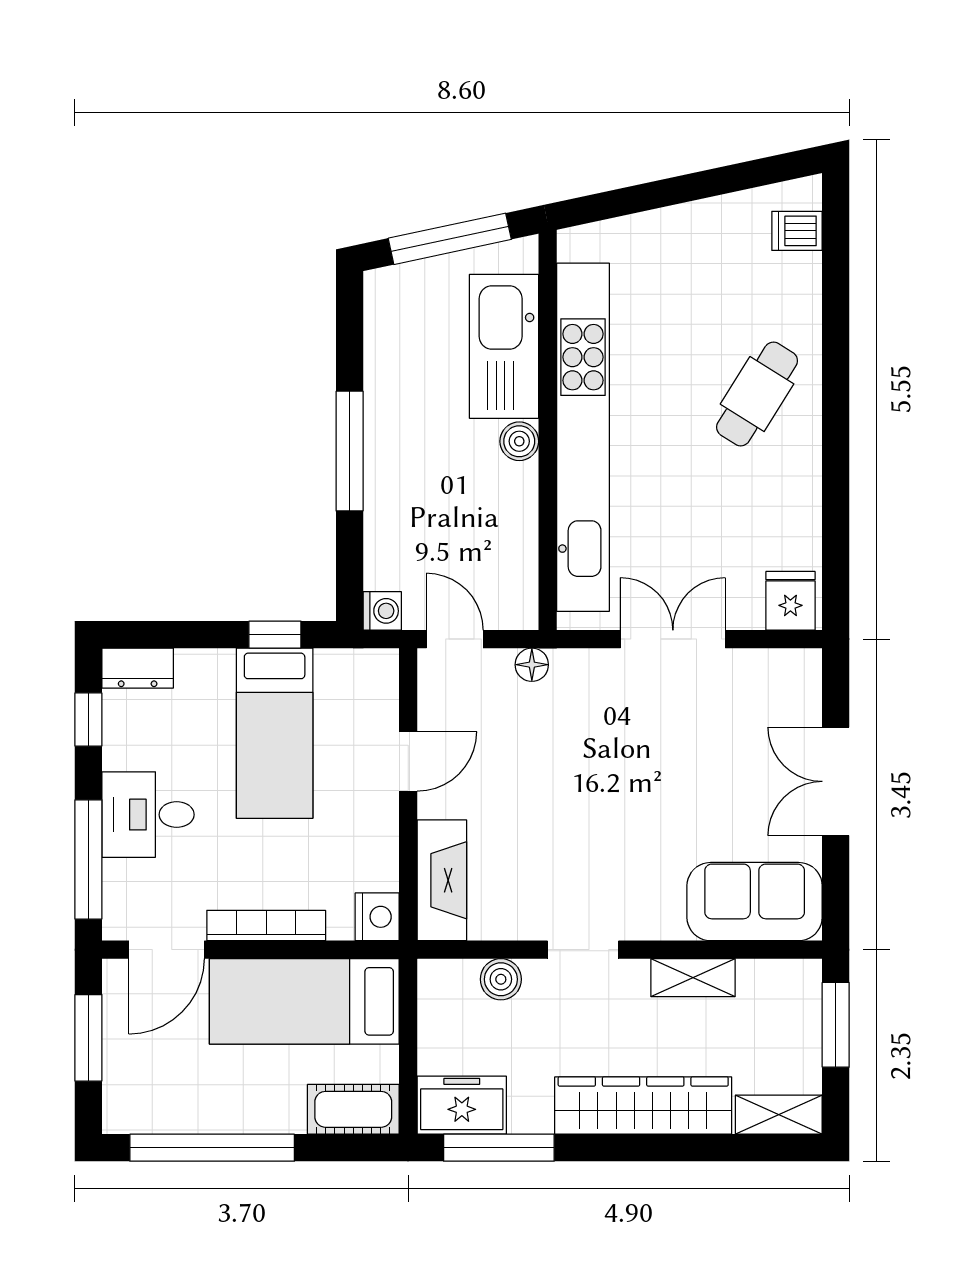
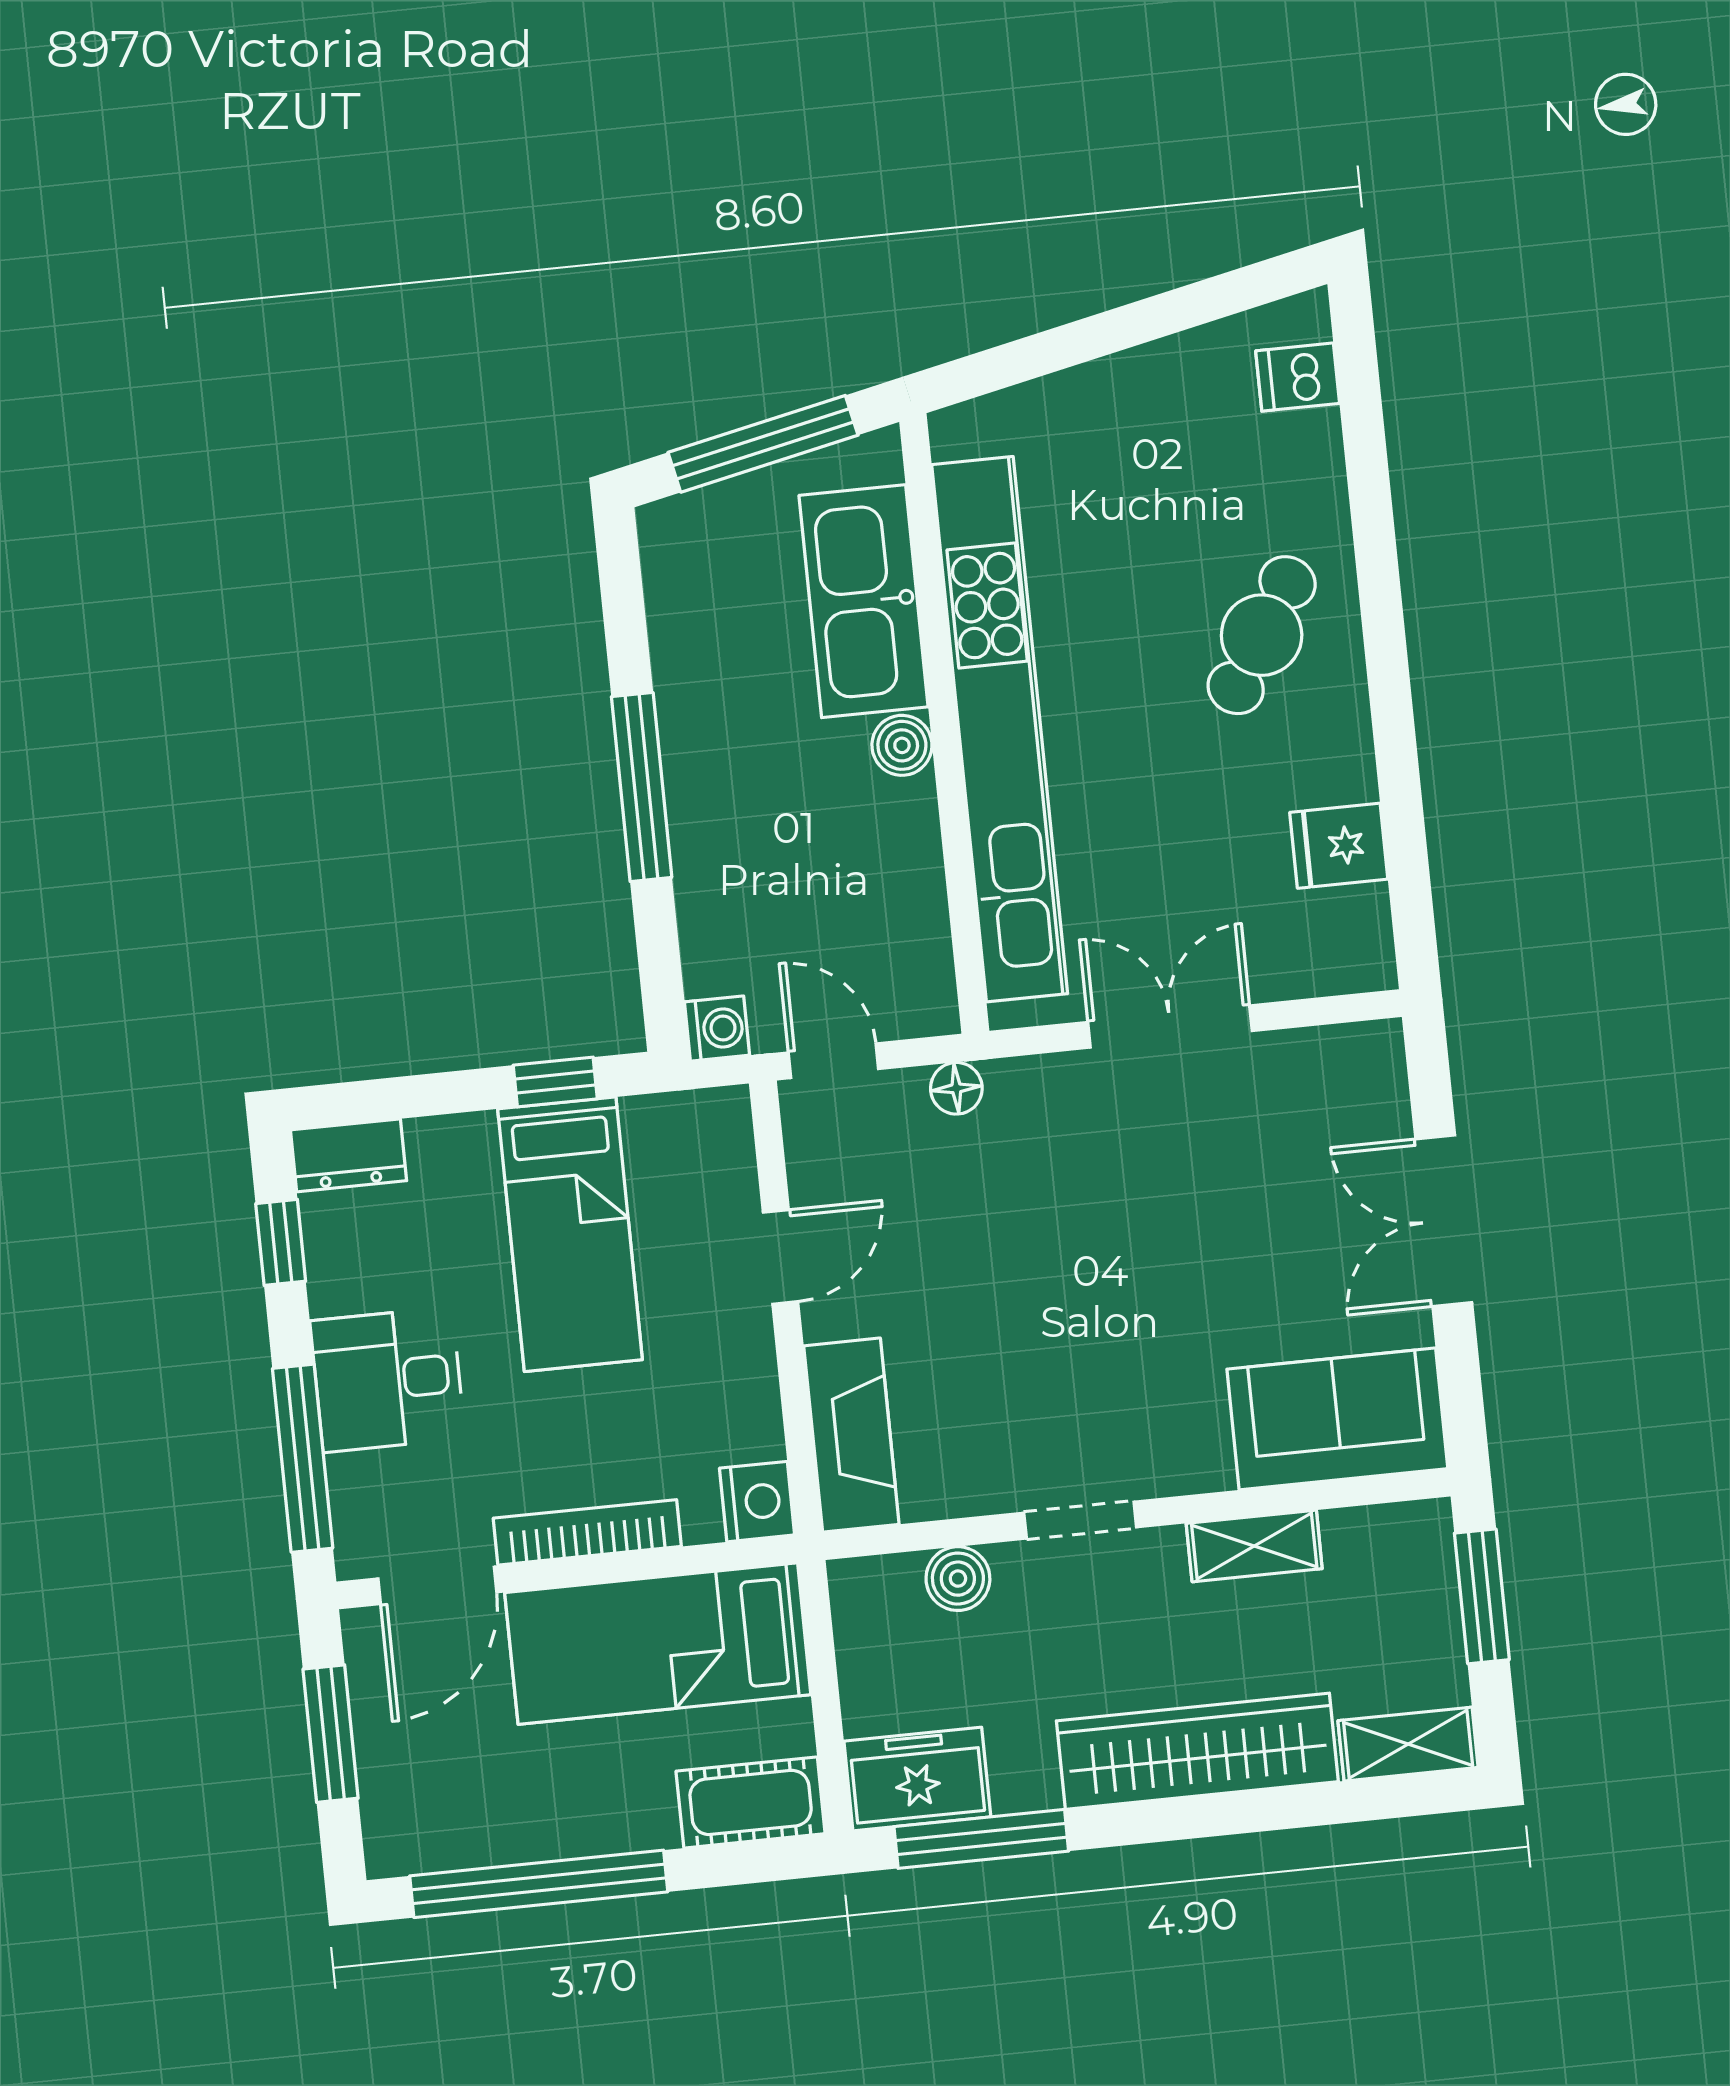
fridge: (790, 601) -> (1339, 846), moved, turned -90

